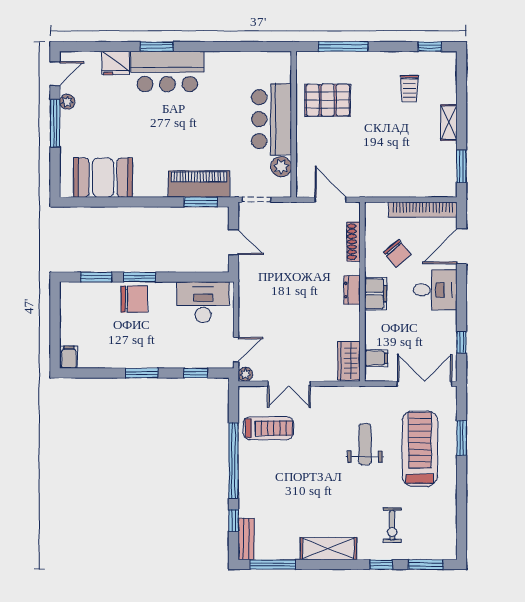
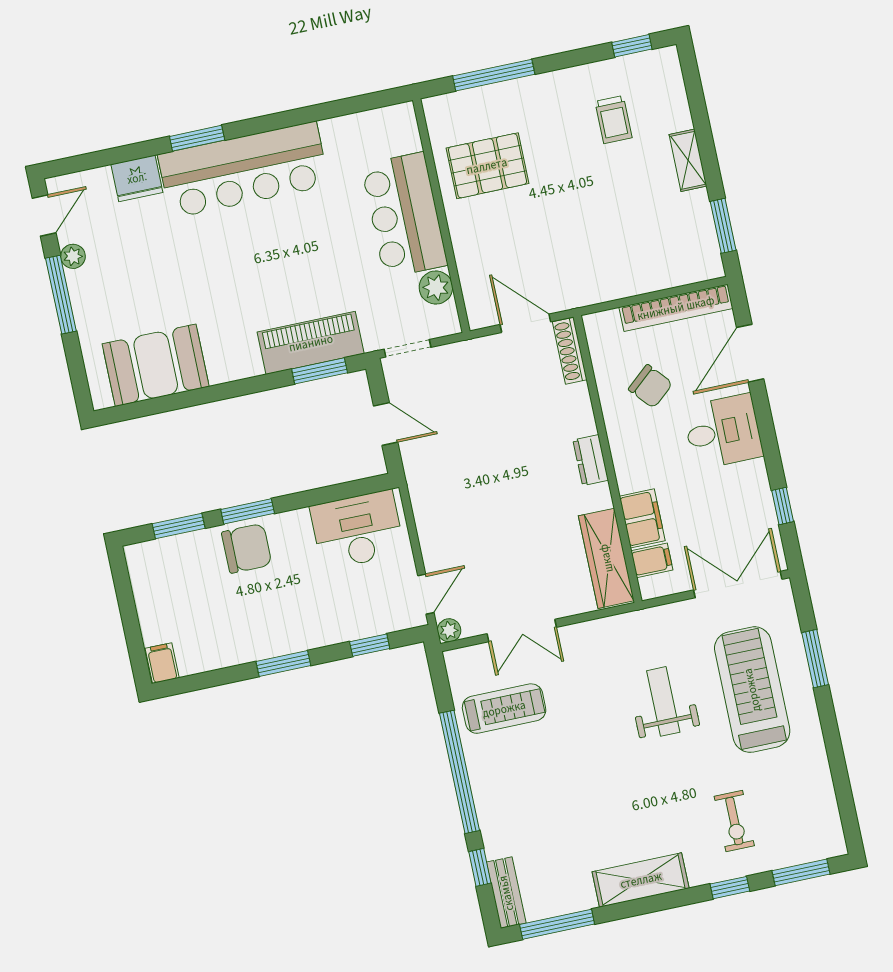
bar counter: (167, 71) -> (243, 170), width x1.36
shoe rack: (354, 242) -> (570, 351), moved
filing cabinet: (376, 294) -> (642, 518), moved
wardrobe: (349, 361) -> (606, 558), width x1.50

